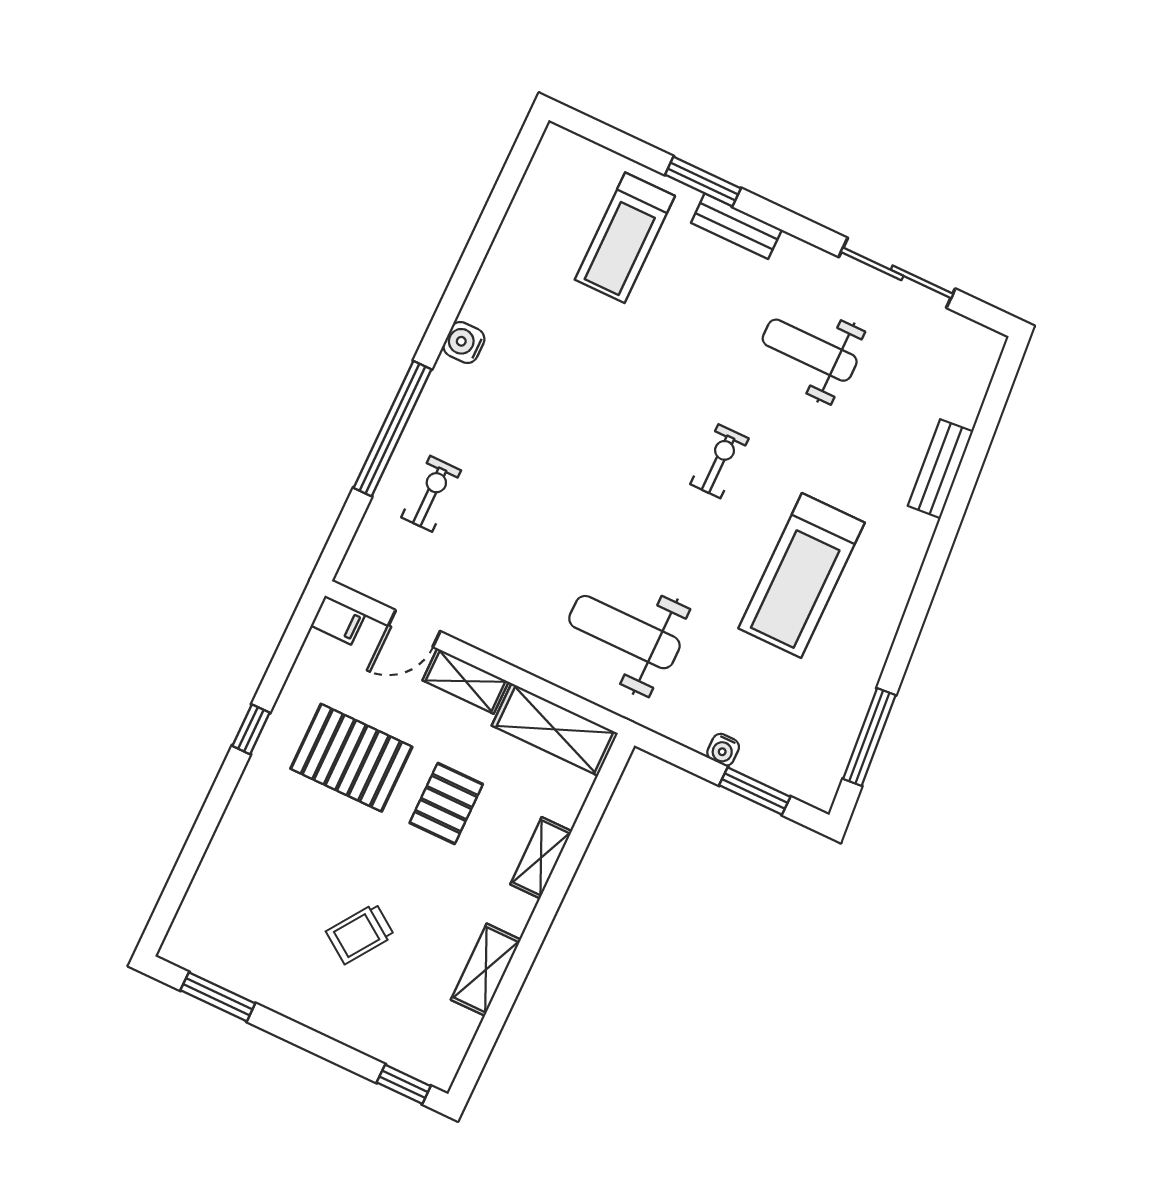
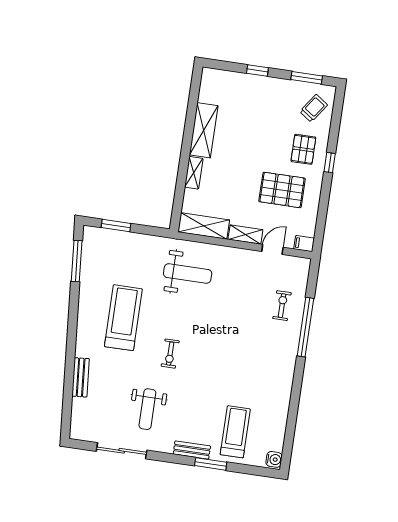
water cooler: (464, 343) -> (274, 459), moved
weight bench: (810, 350) -> (147, 409), turned 90
exercise bike: (431, 494) -> (282, 306), turned 180
window: (251, 729) -> (330, 163), moved
water cooler: (723, 750) -> (134, 238), removed
pallet: (446, 804) -> (303, 149), moved
trolley: (360, 934) -> (314, 108), moved
shelving: (486, 970) -> (204, 130), width x1.50, depth x1.33
window: (404, 1084) -> (257, 70), moved

